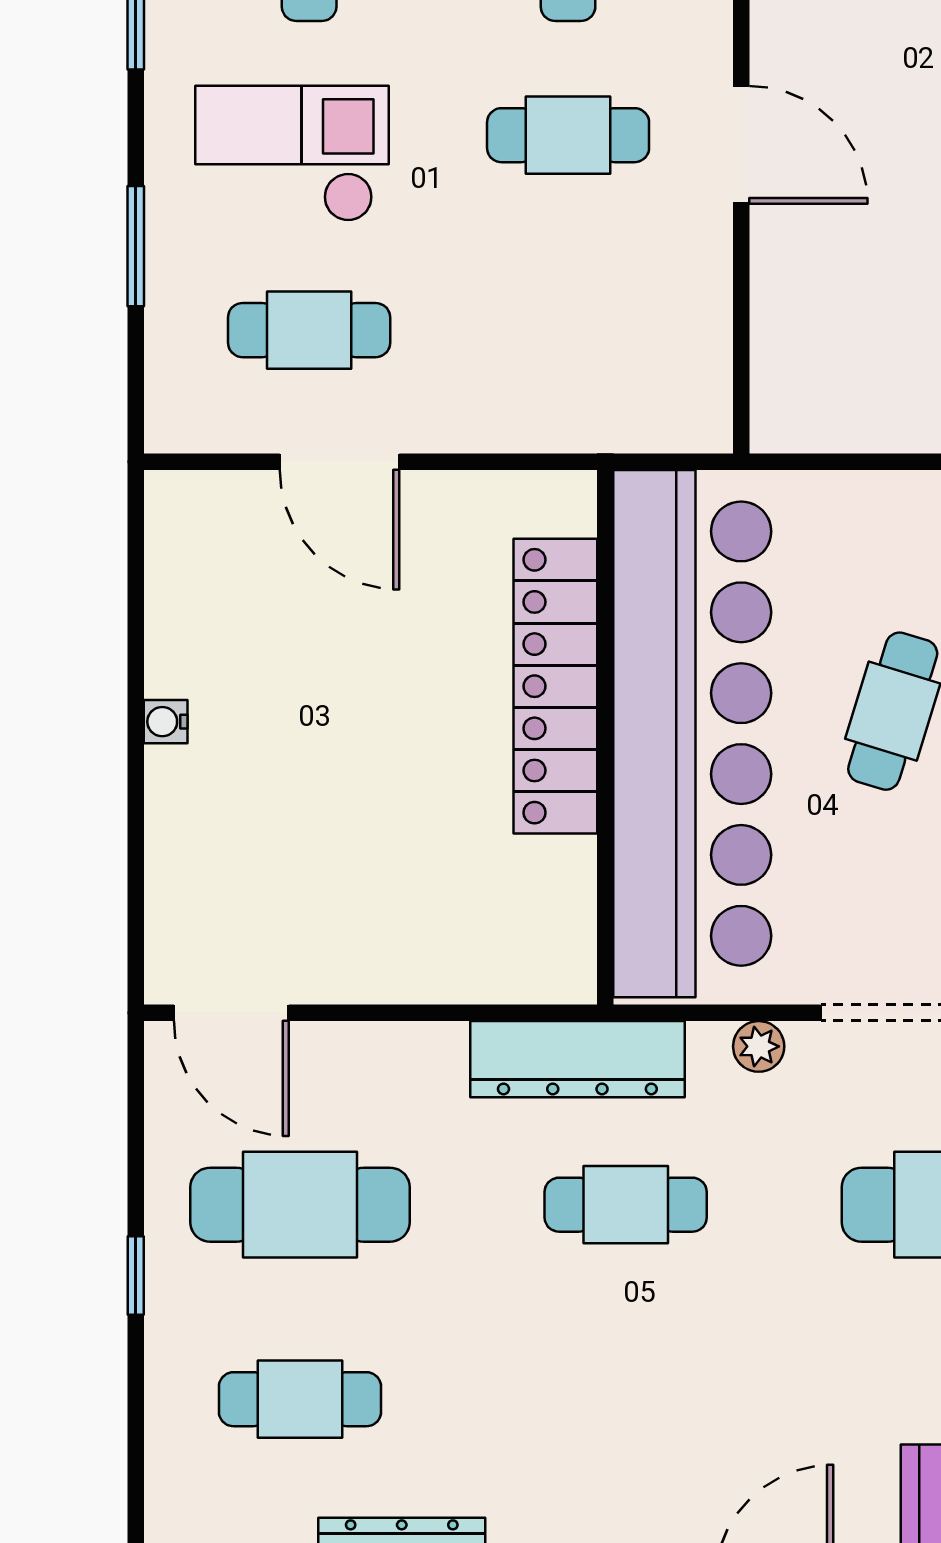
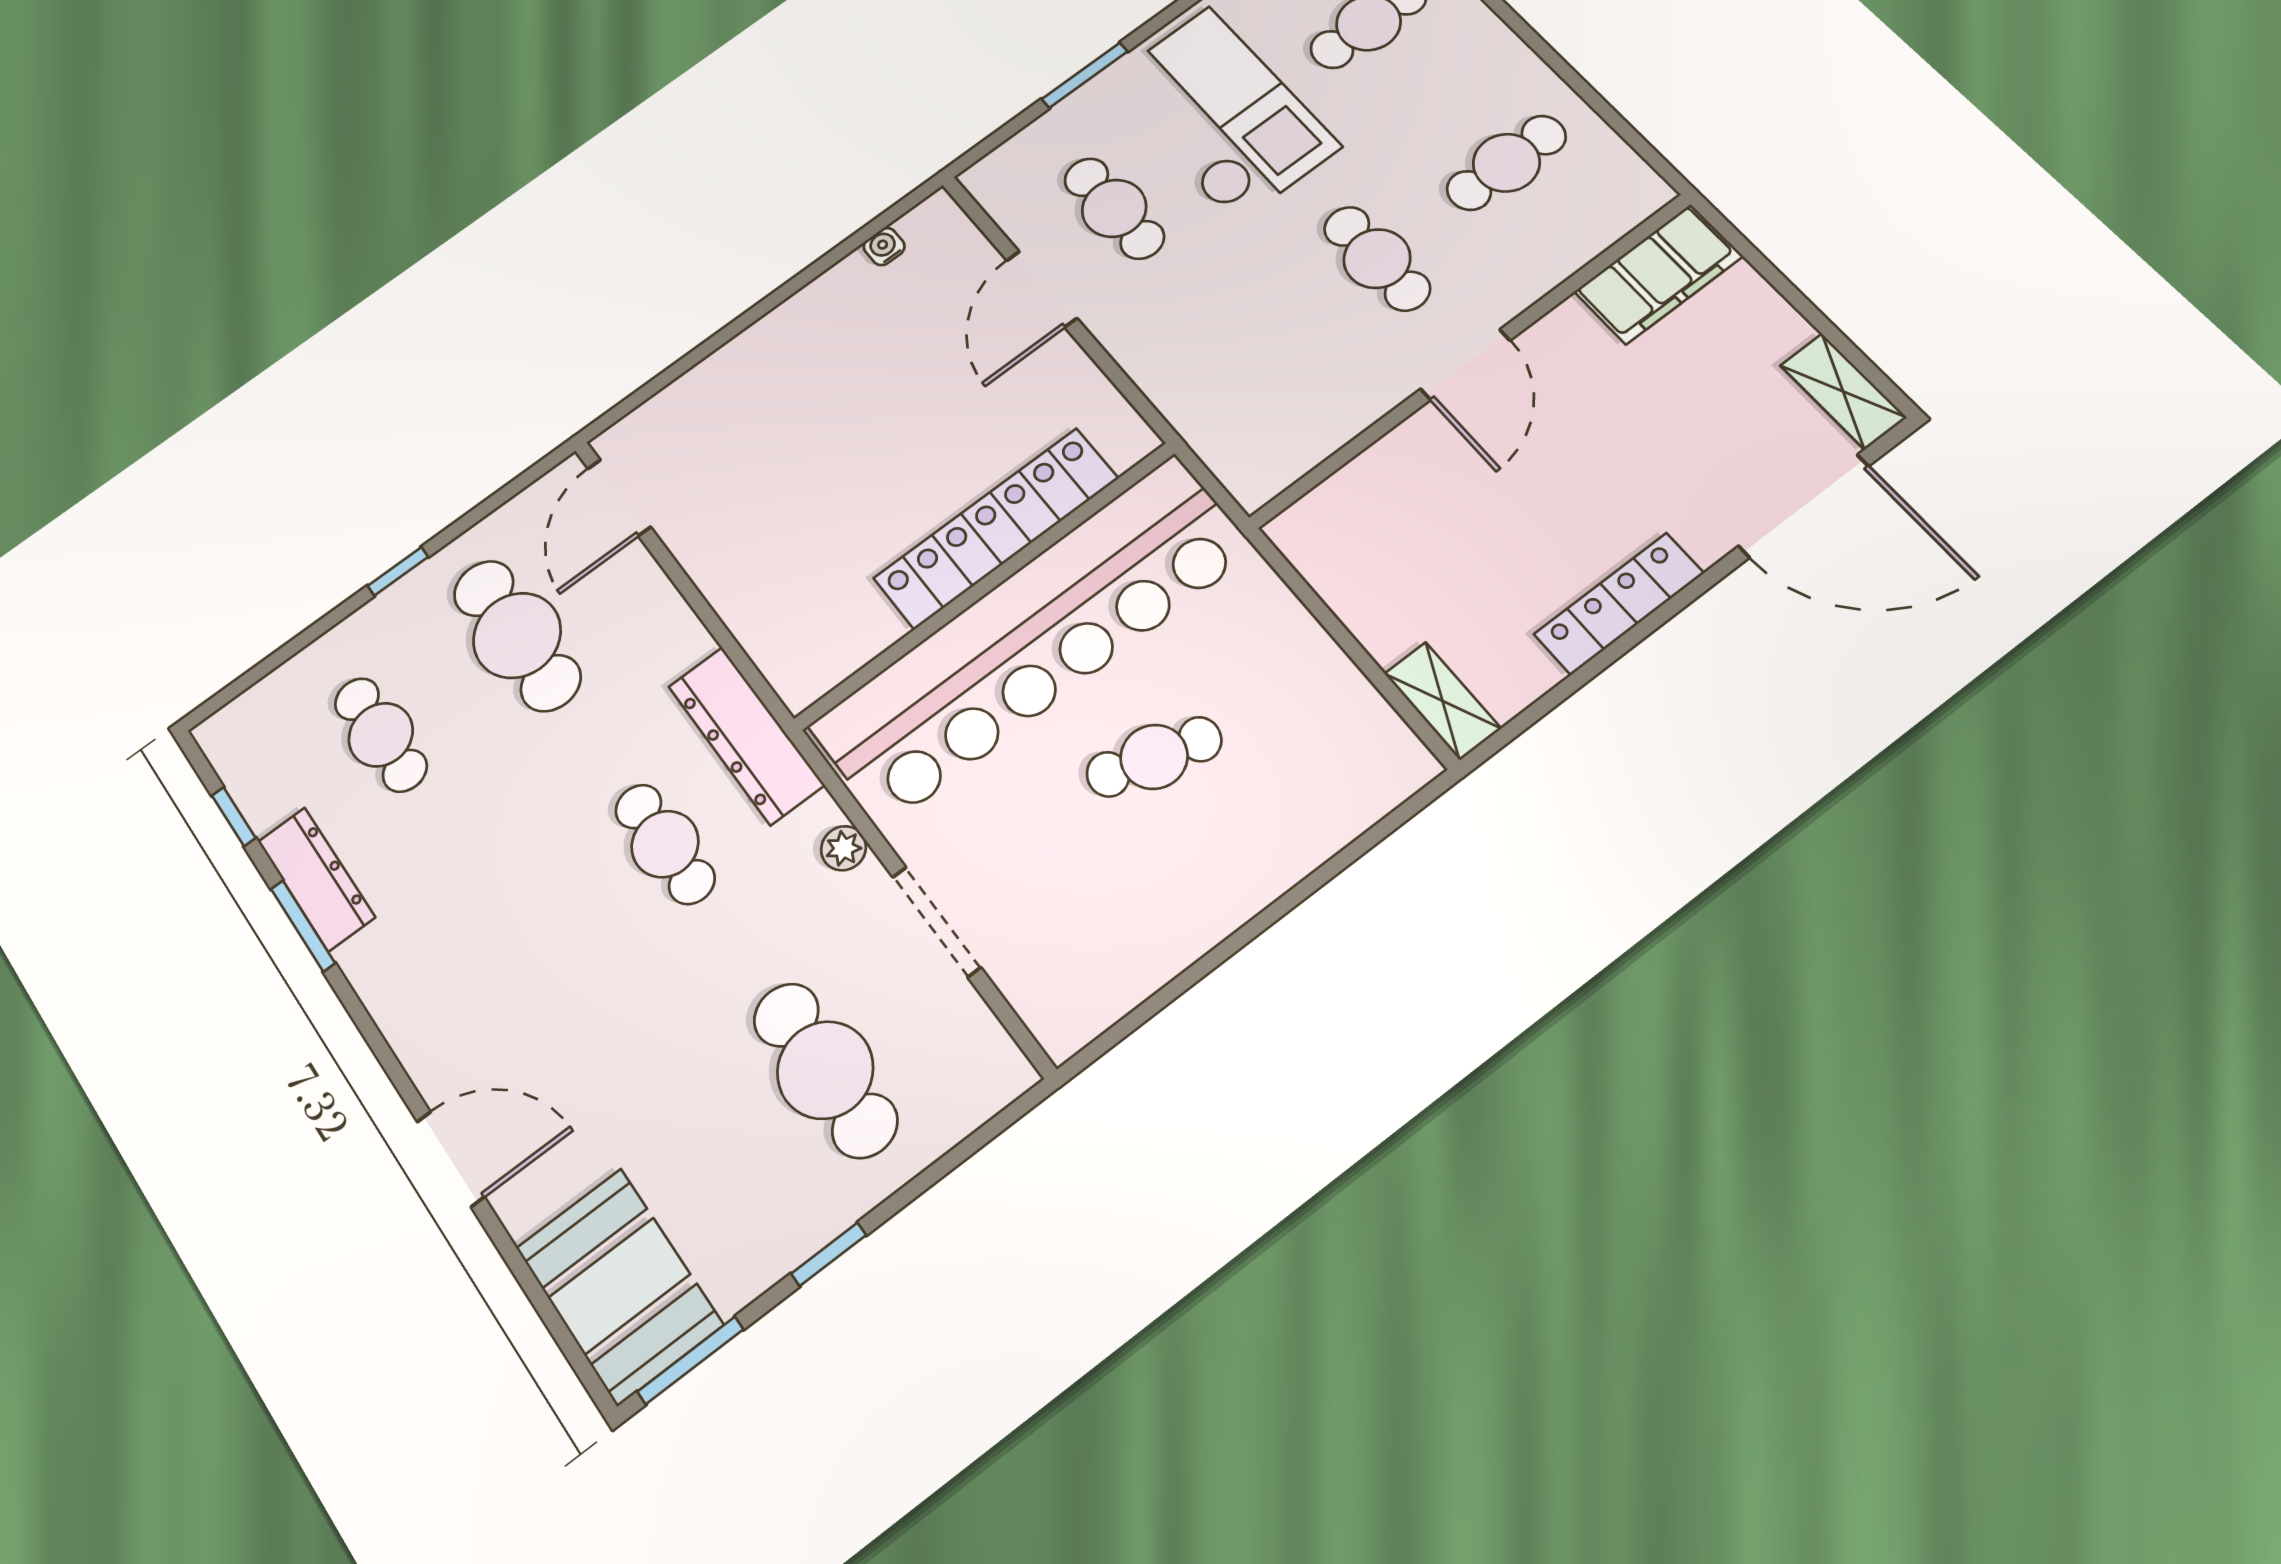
checkout: (292, 154) -> (1222, 115), width x1.36, depth x1.21
water cooler: (166, 722) -> (884, 247), moved

